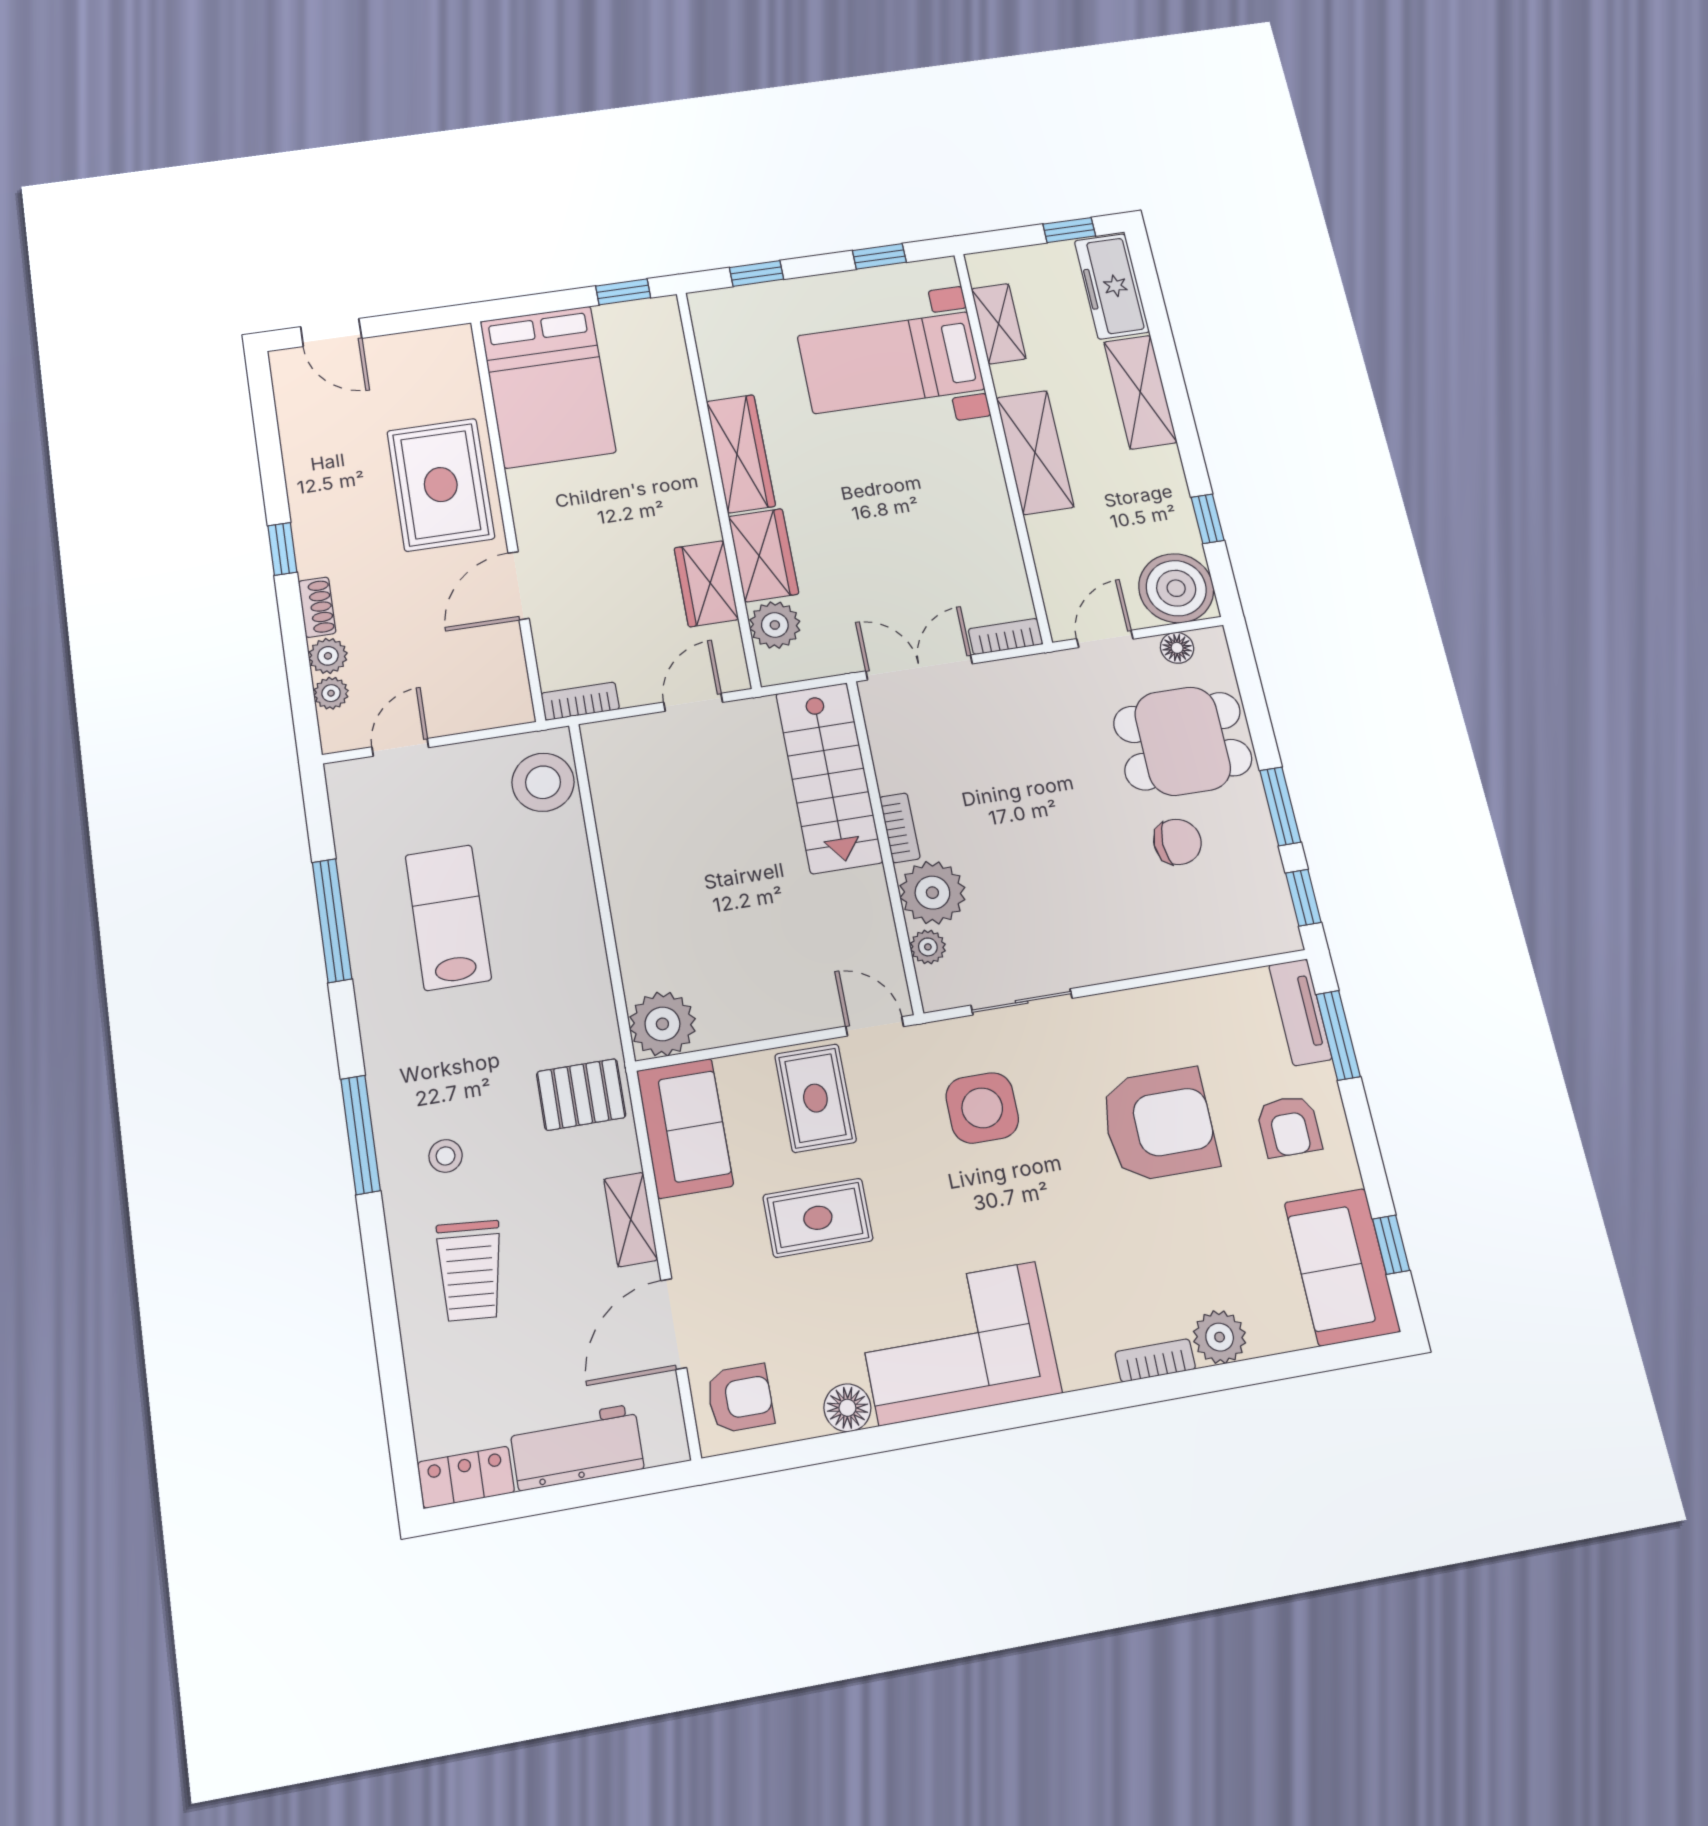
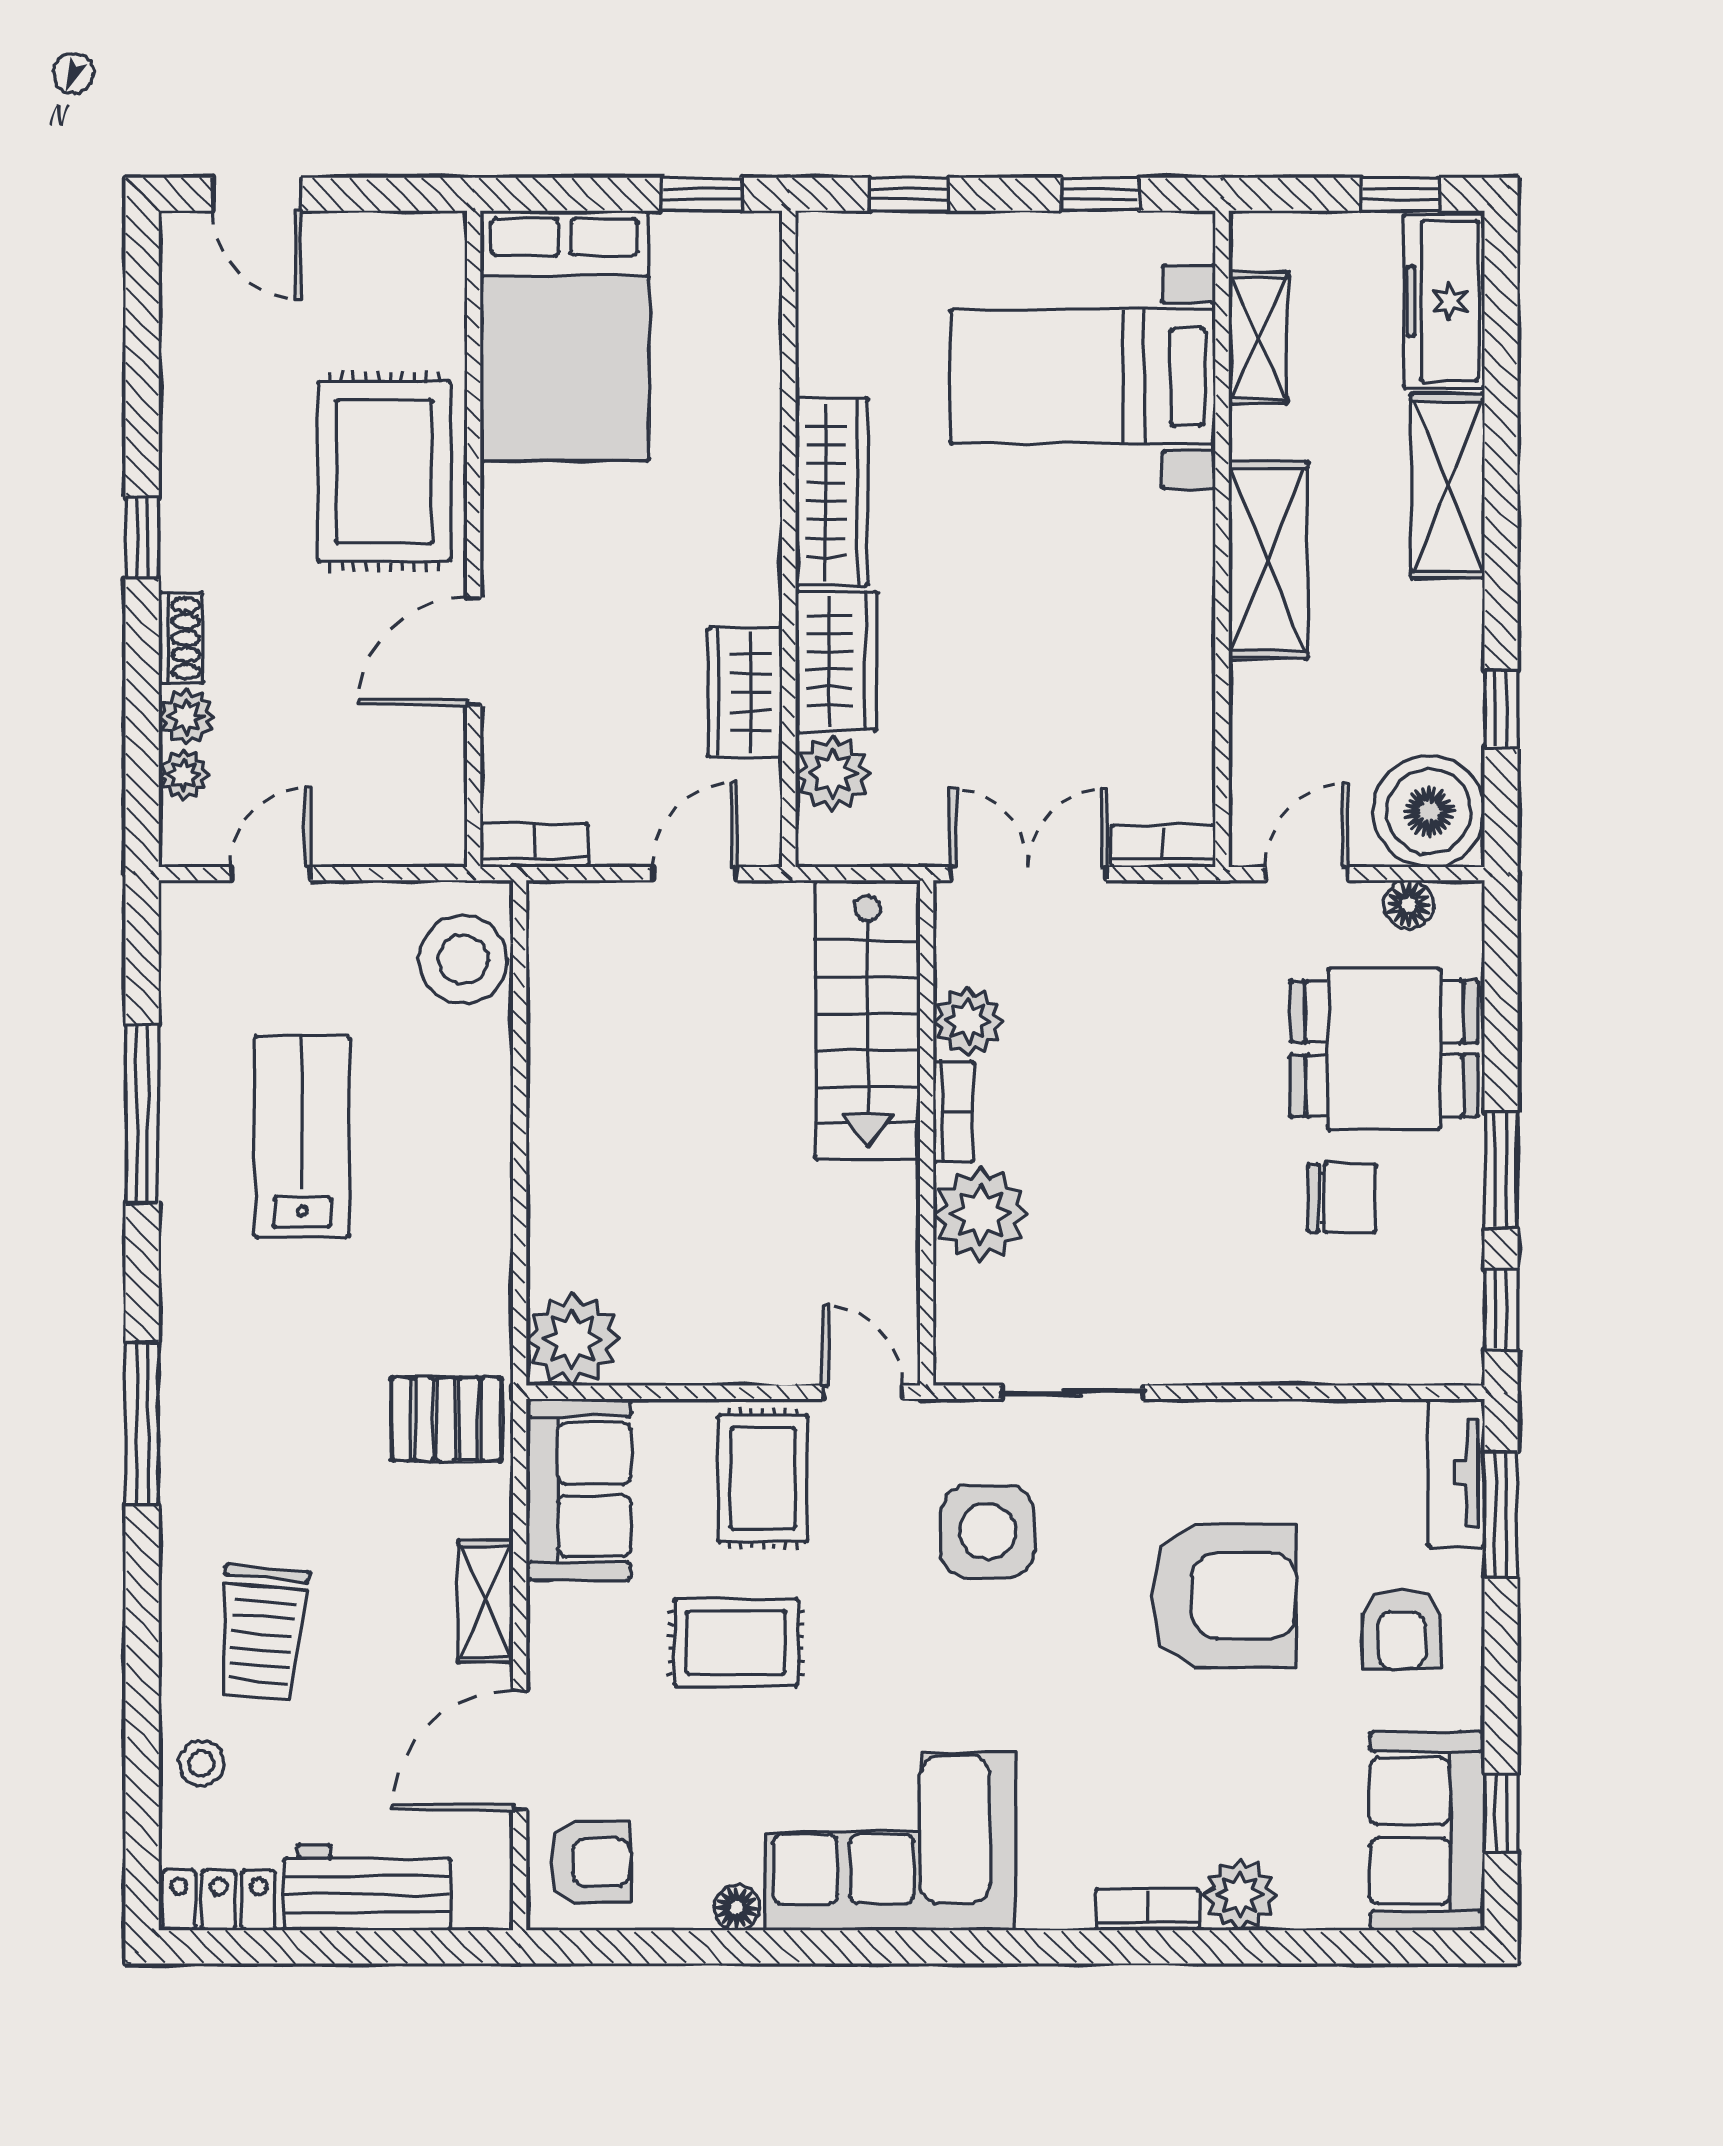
plant: (928, 947) -> (968, 1021), moved, width x1.38, depth x1.38
stool: (446, 1156) -> (201, 1763), moved
floor lamp: (847, 1408) -> (737, 1908), width x0.73, depth x0.73

